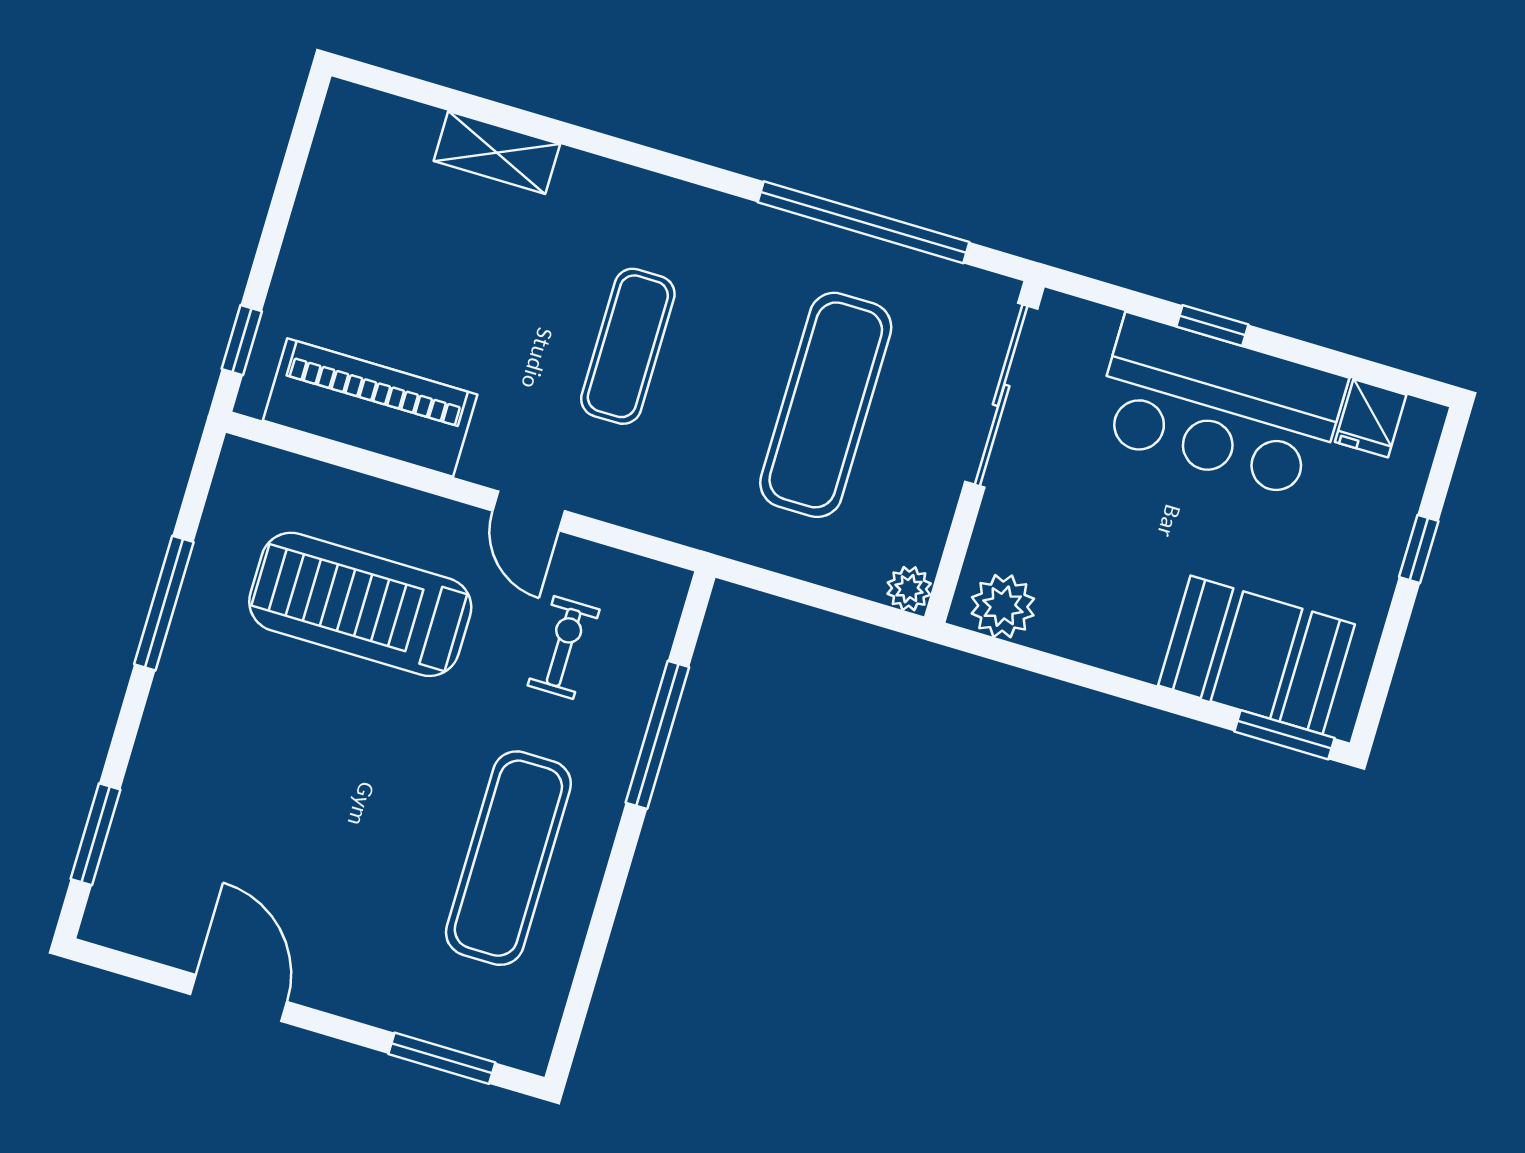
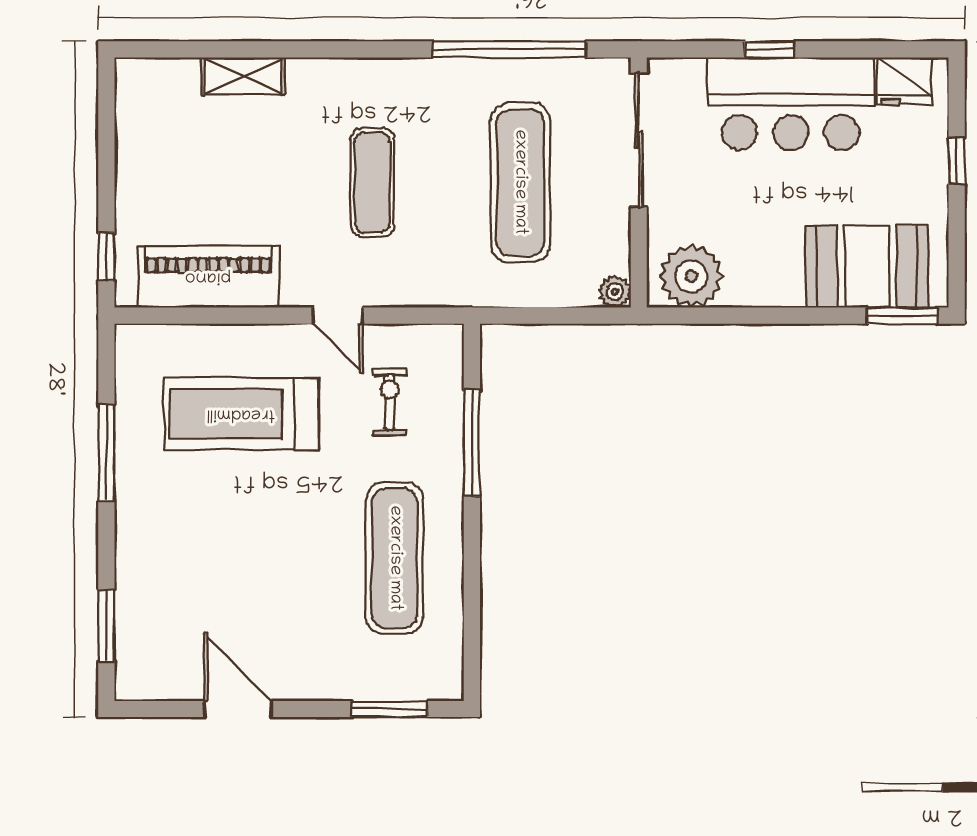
fridge: (1371, 418) -> (905, 81), width x1.38
plant: (1003, 606) -> (691, 276), width x1.36, depth x1.36

